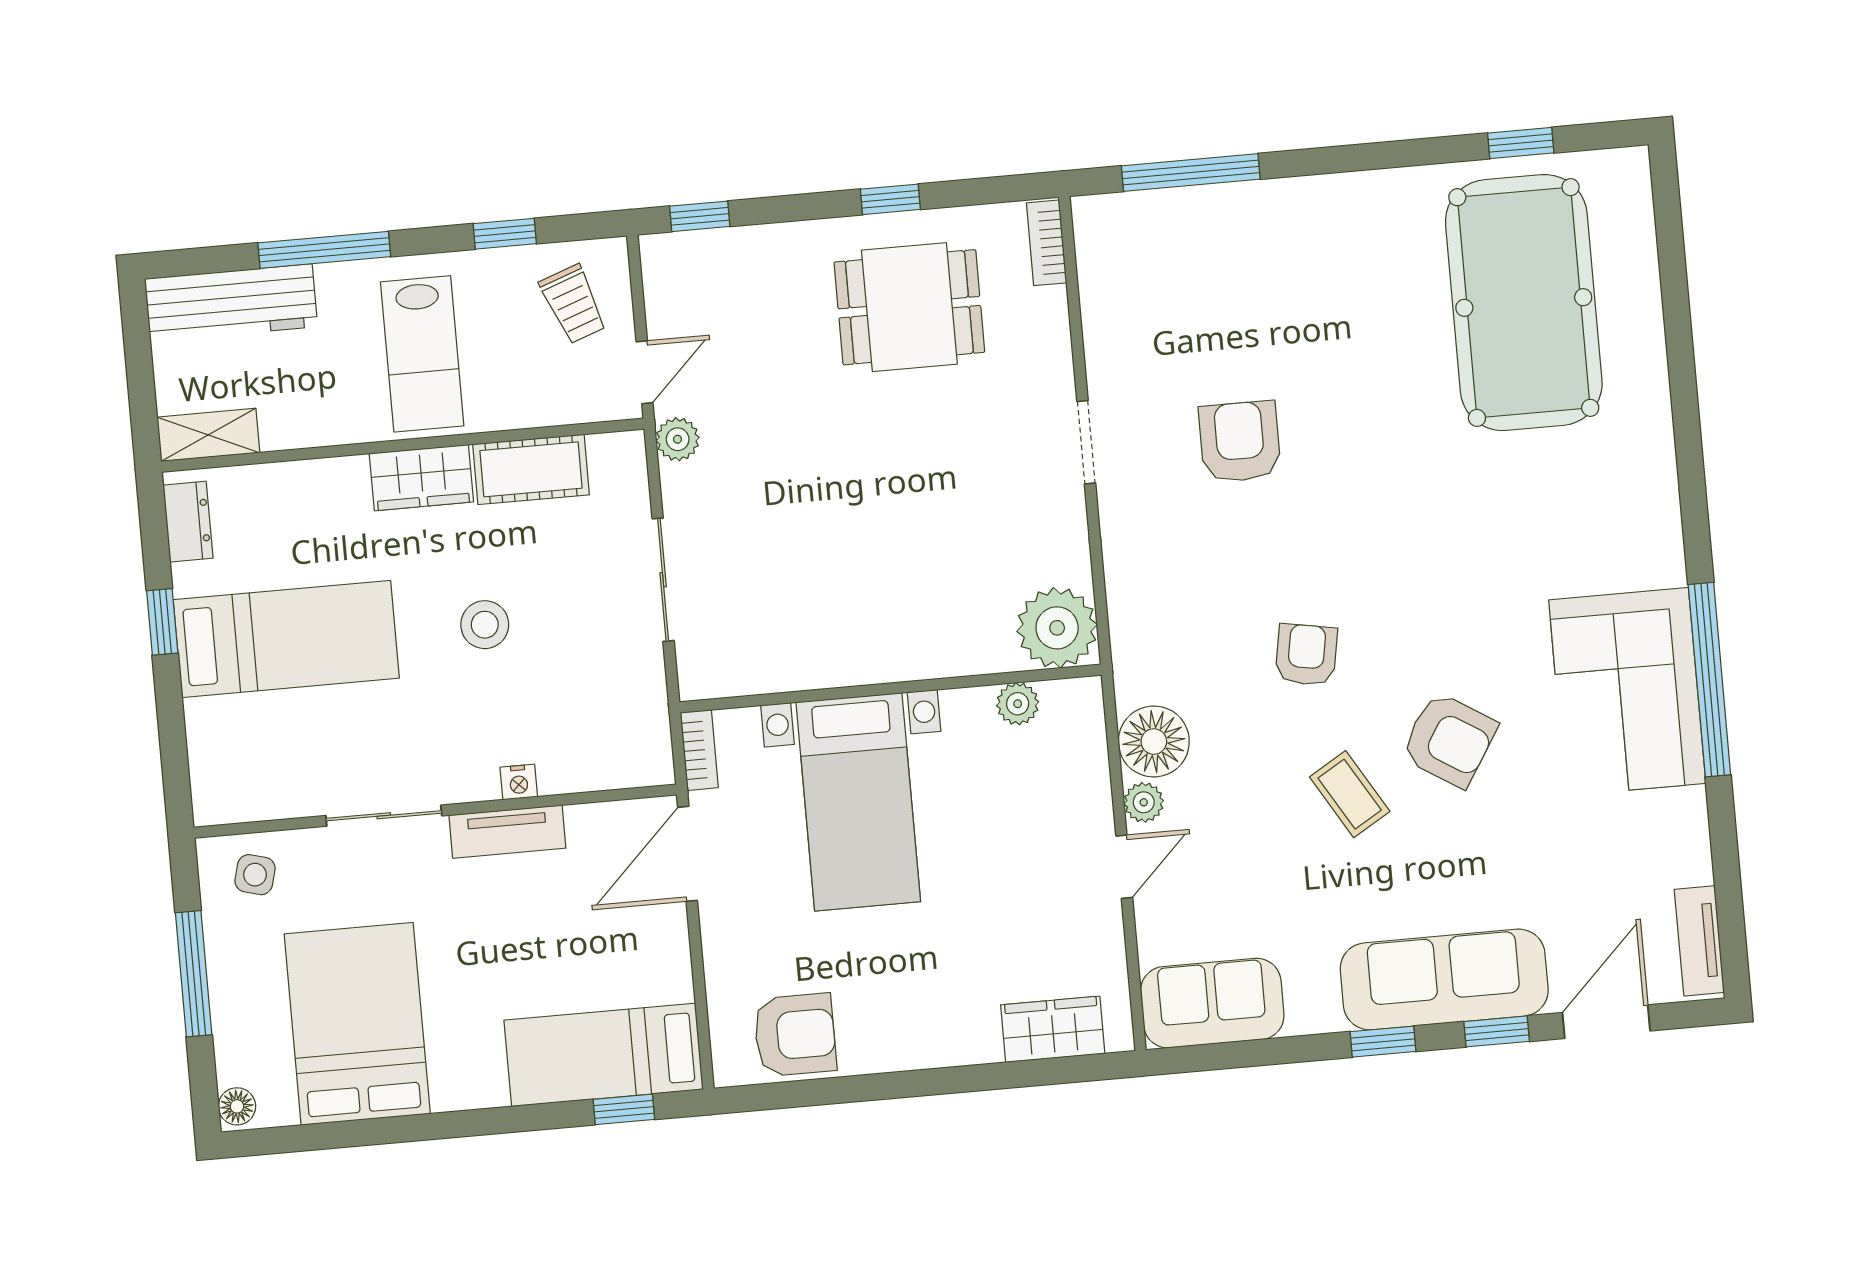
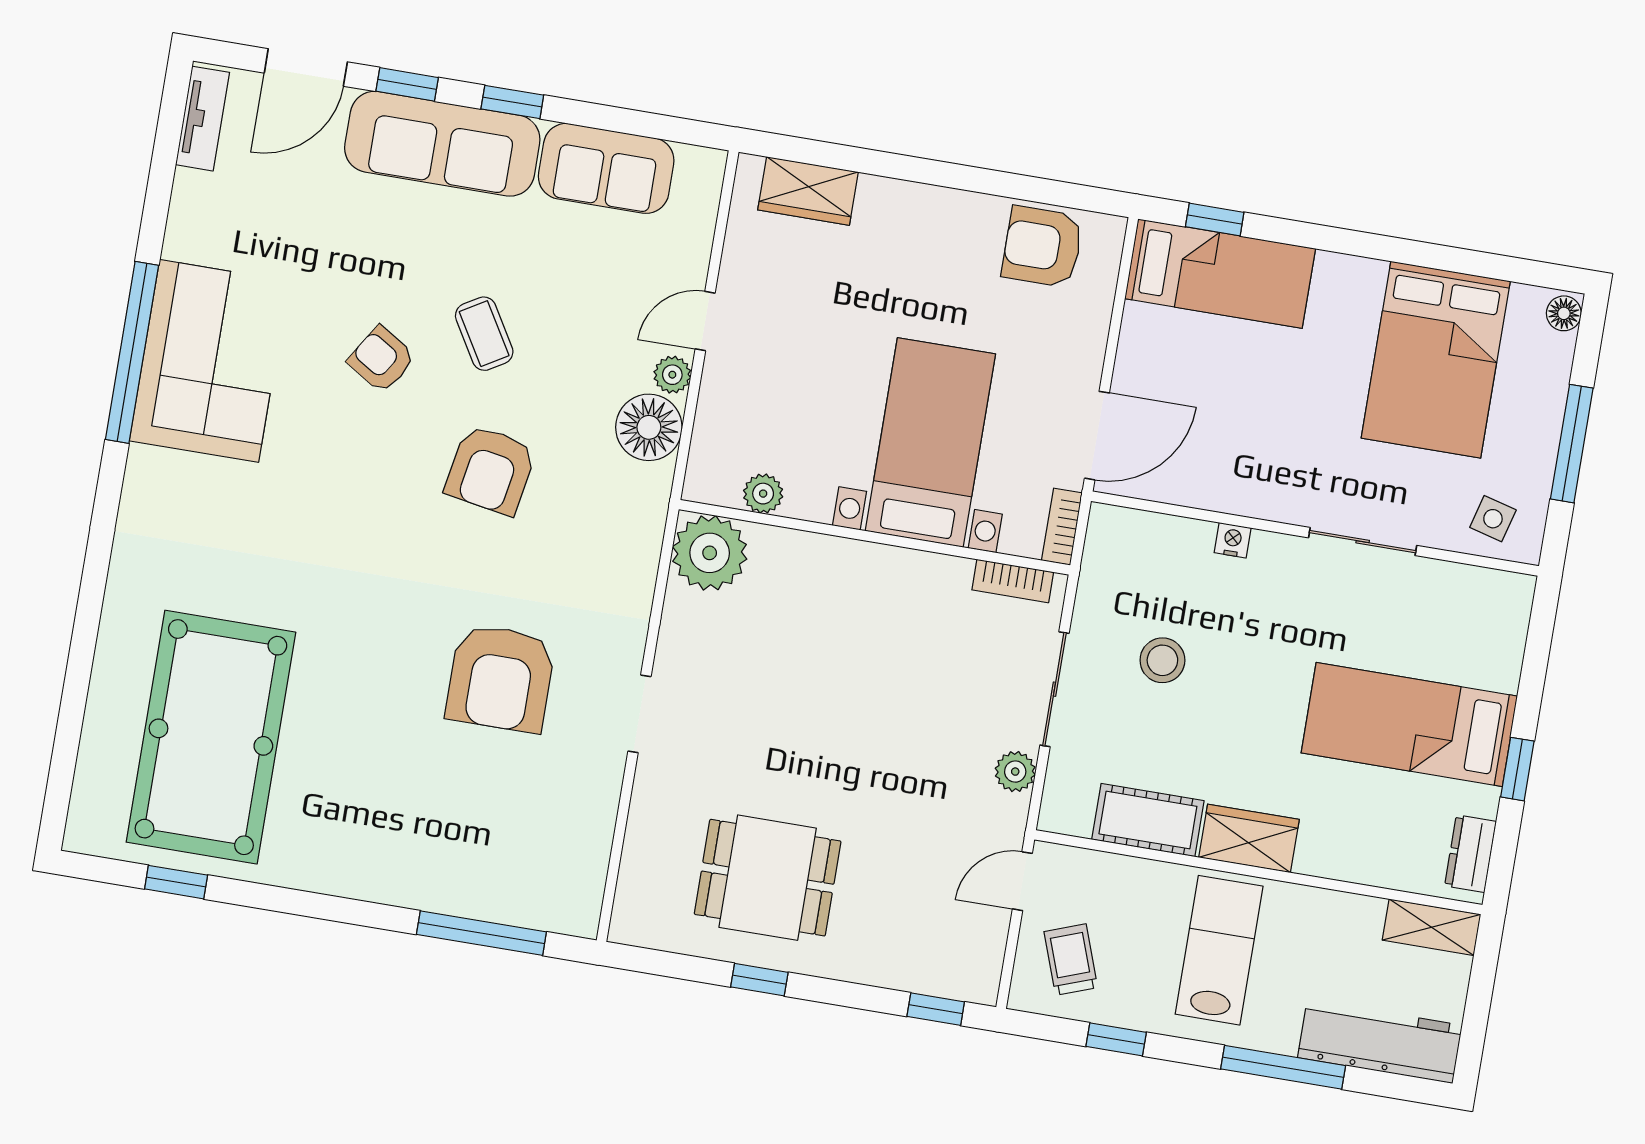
bookcase: (1047, 243) -> (1013, 581), moved, turned 90
plant: (678, 439) -> (1015, 772), moved
armchair: (1240, 442) -> (501, 678), width x1.36, depth x1.36
stool: (485, 625) -> (1162, 660), moved
armchair: (1306, 655) -> (491, 470), width x1.38, depth x1.38
armchair: (1449, 740) -> (382, 359), width x0.72, depth x0.72
tv unit: (507, 832) -> (1255, 498), removed
sofa: (1212, 1003) -> (606, 168), moved

